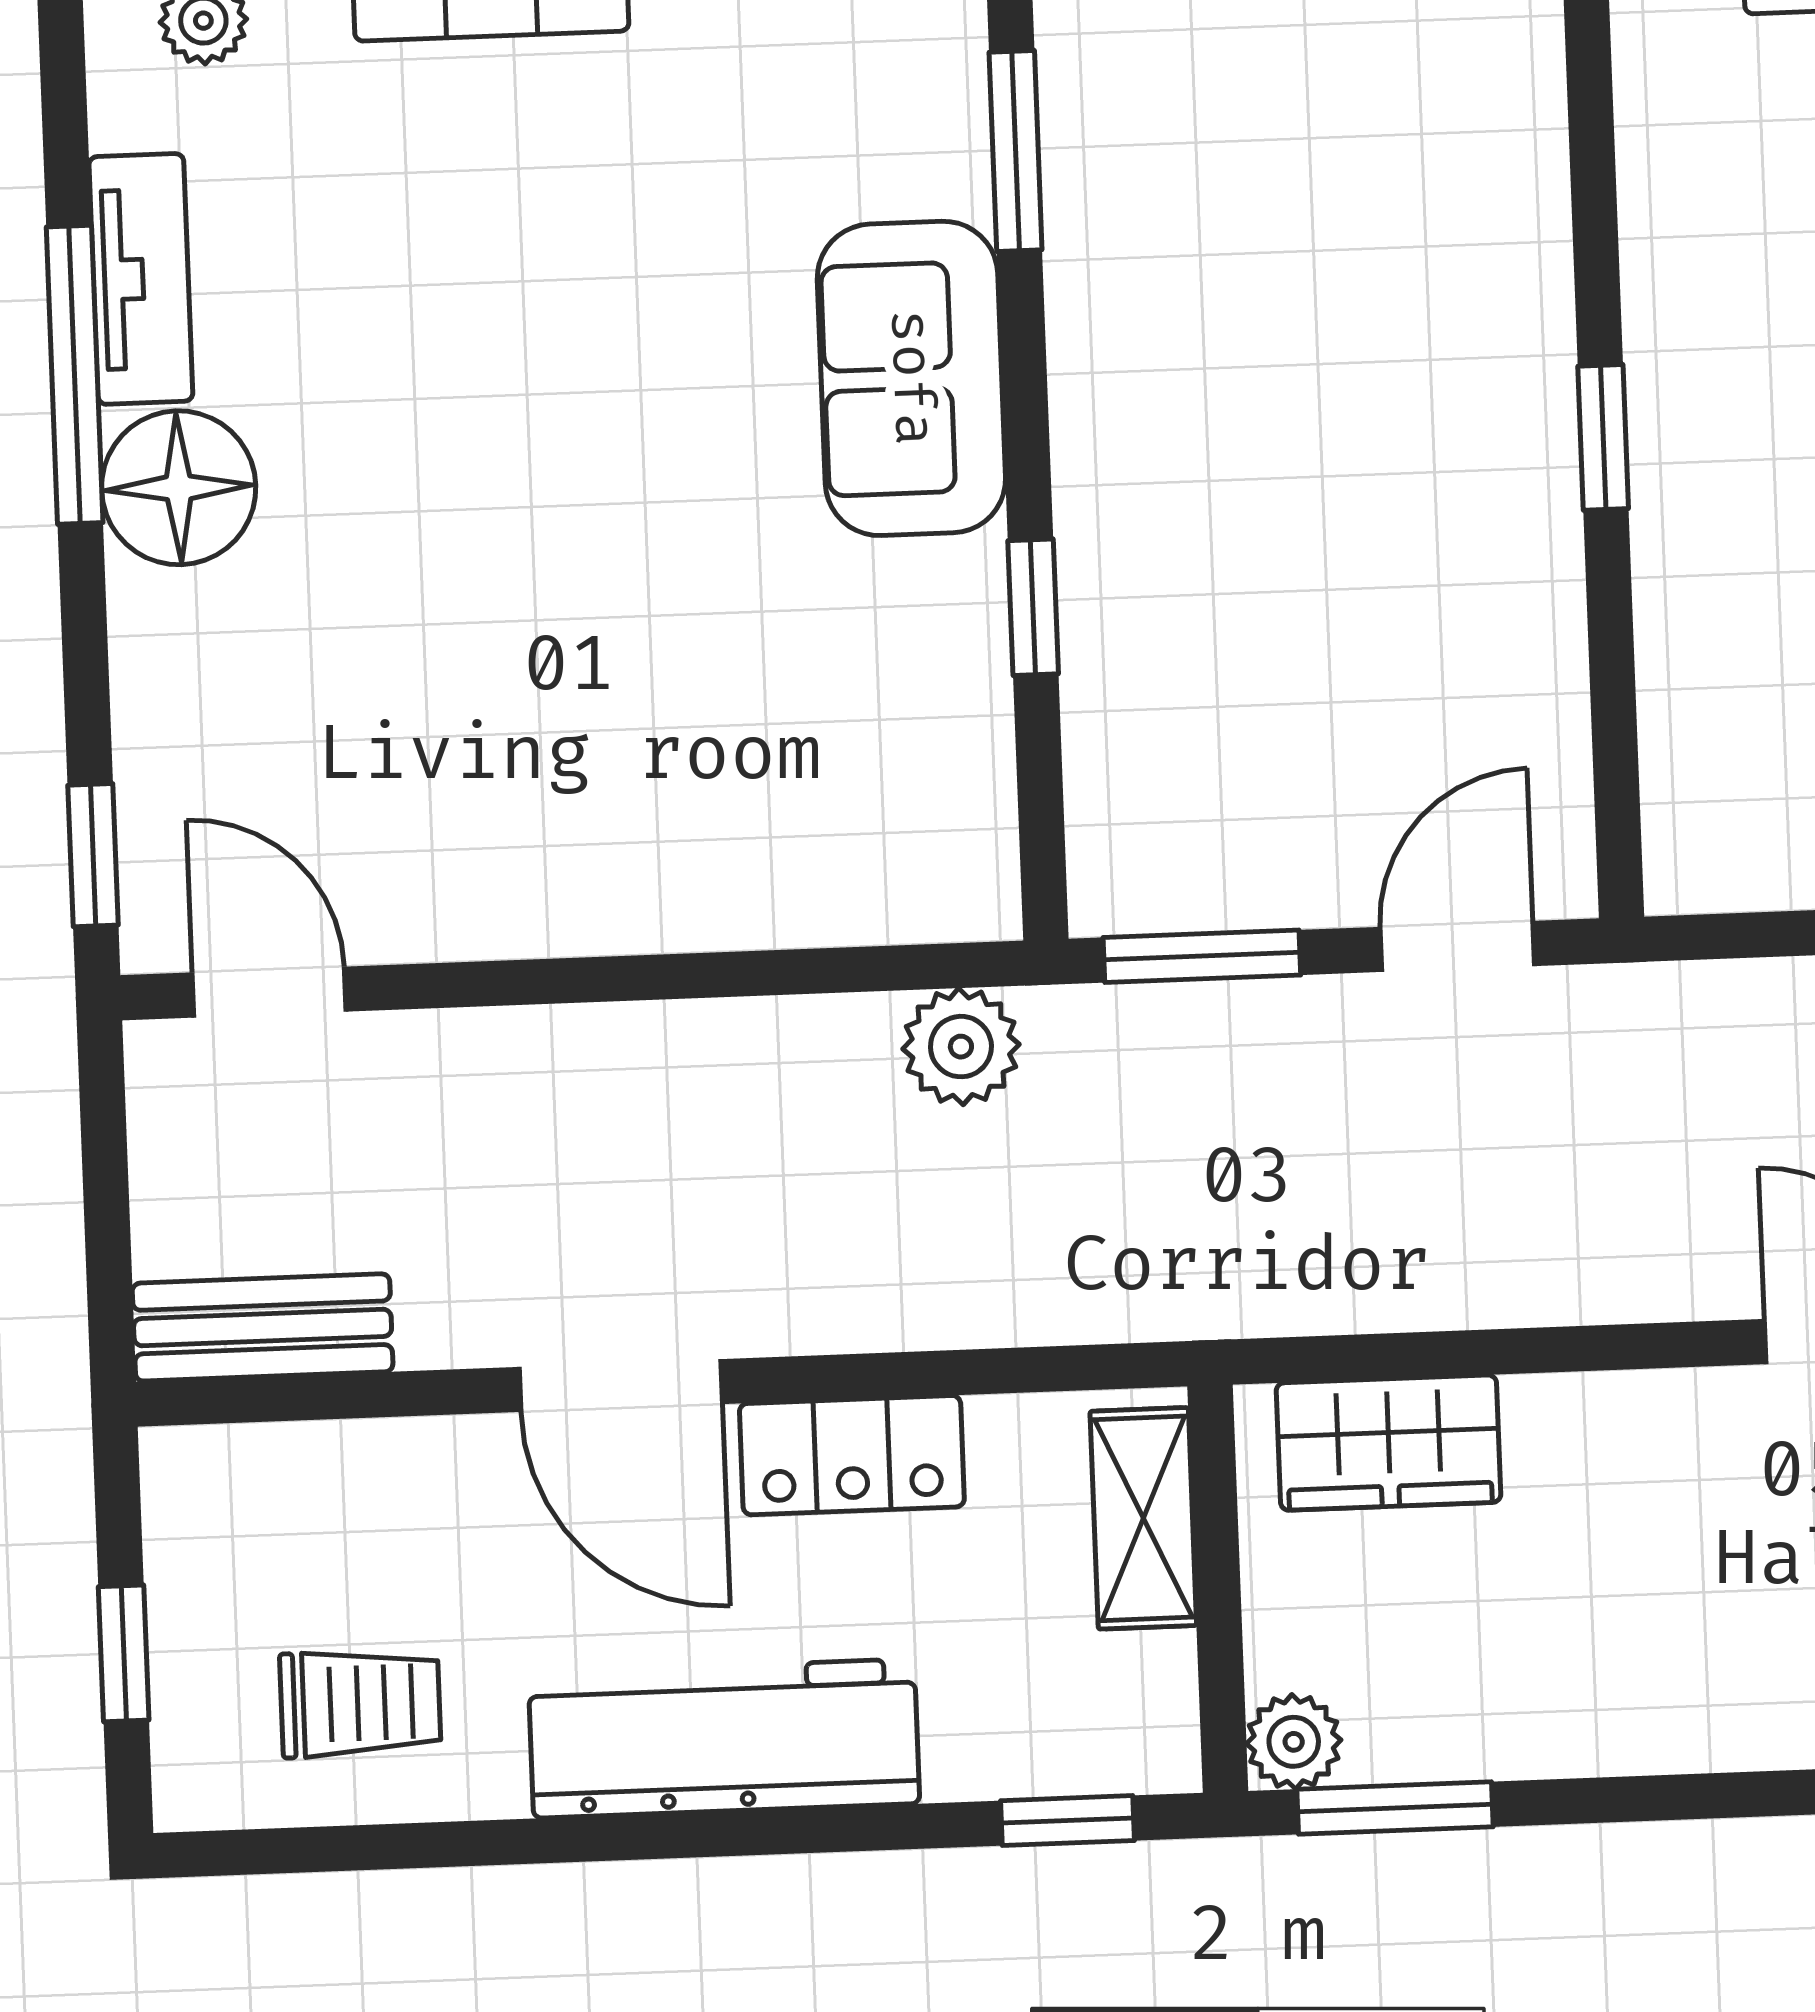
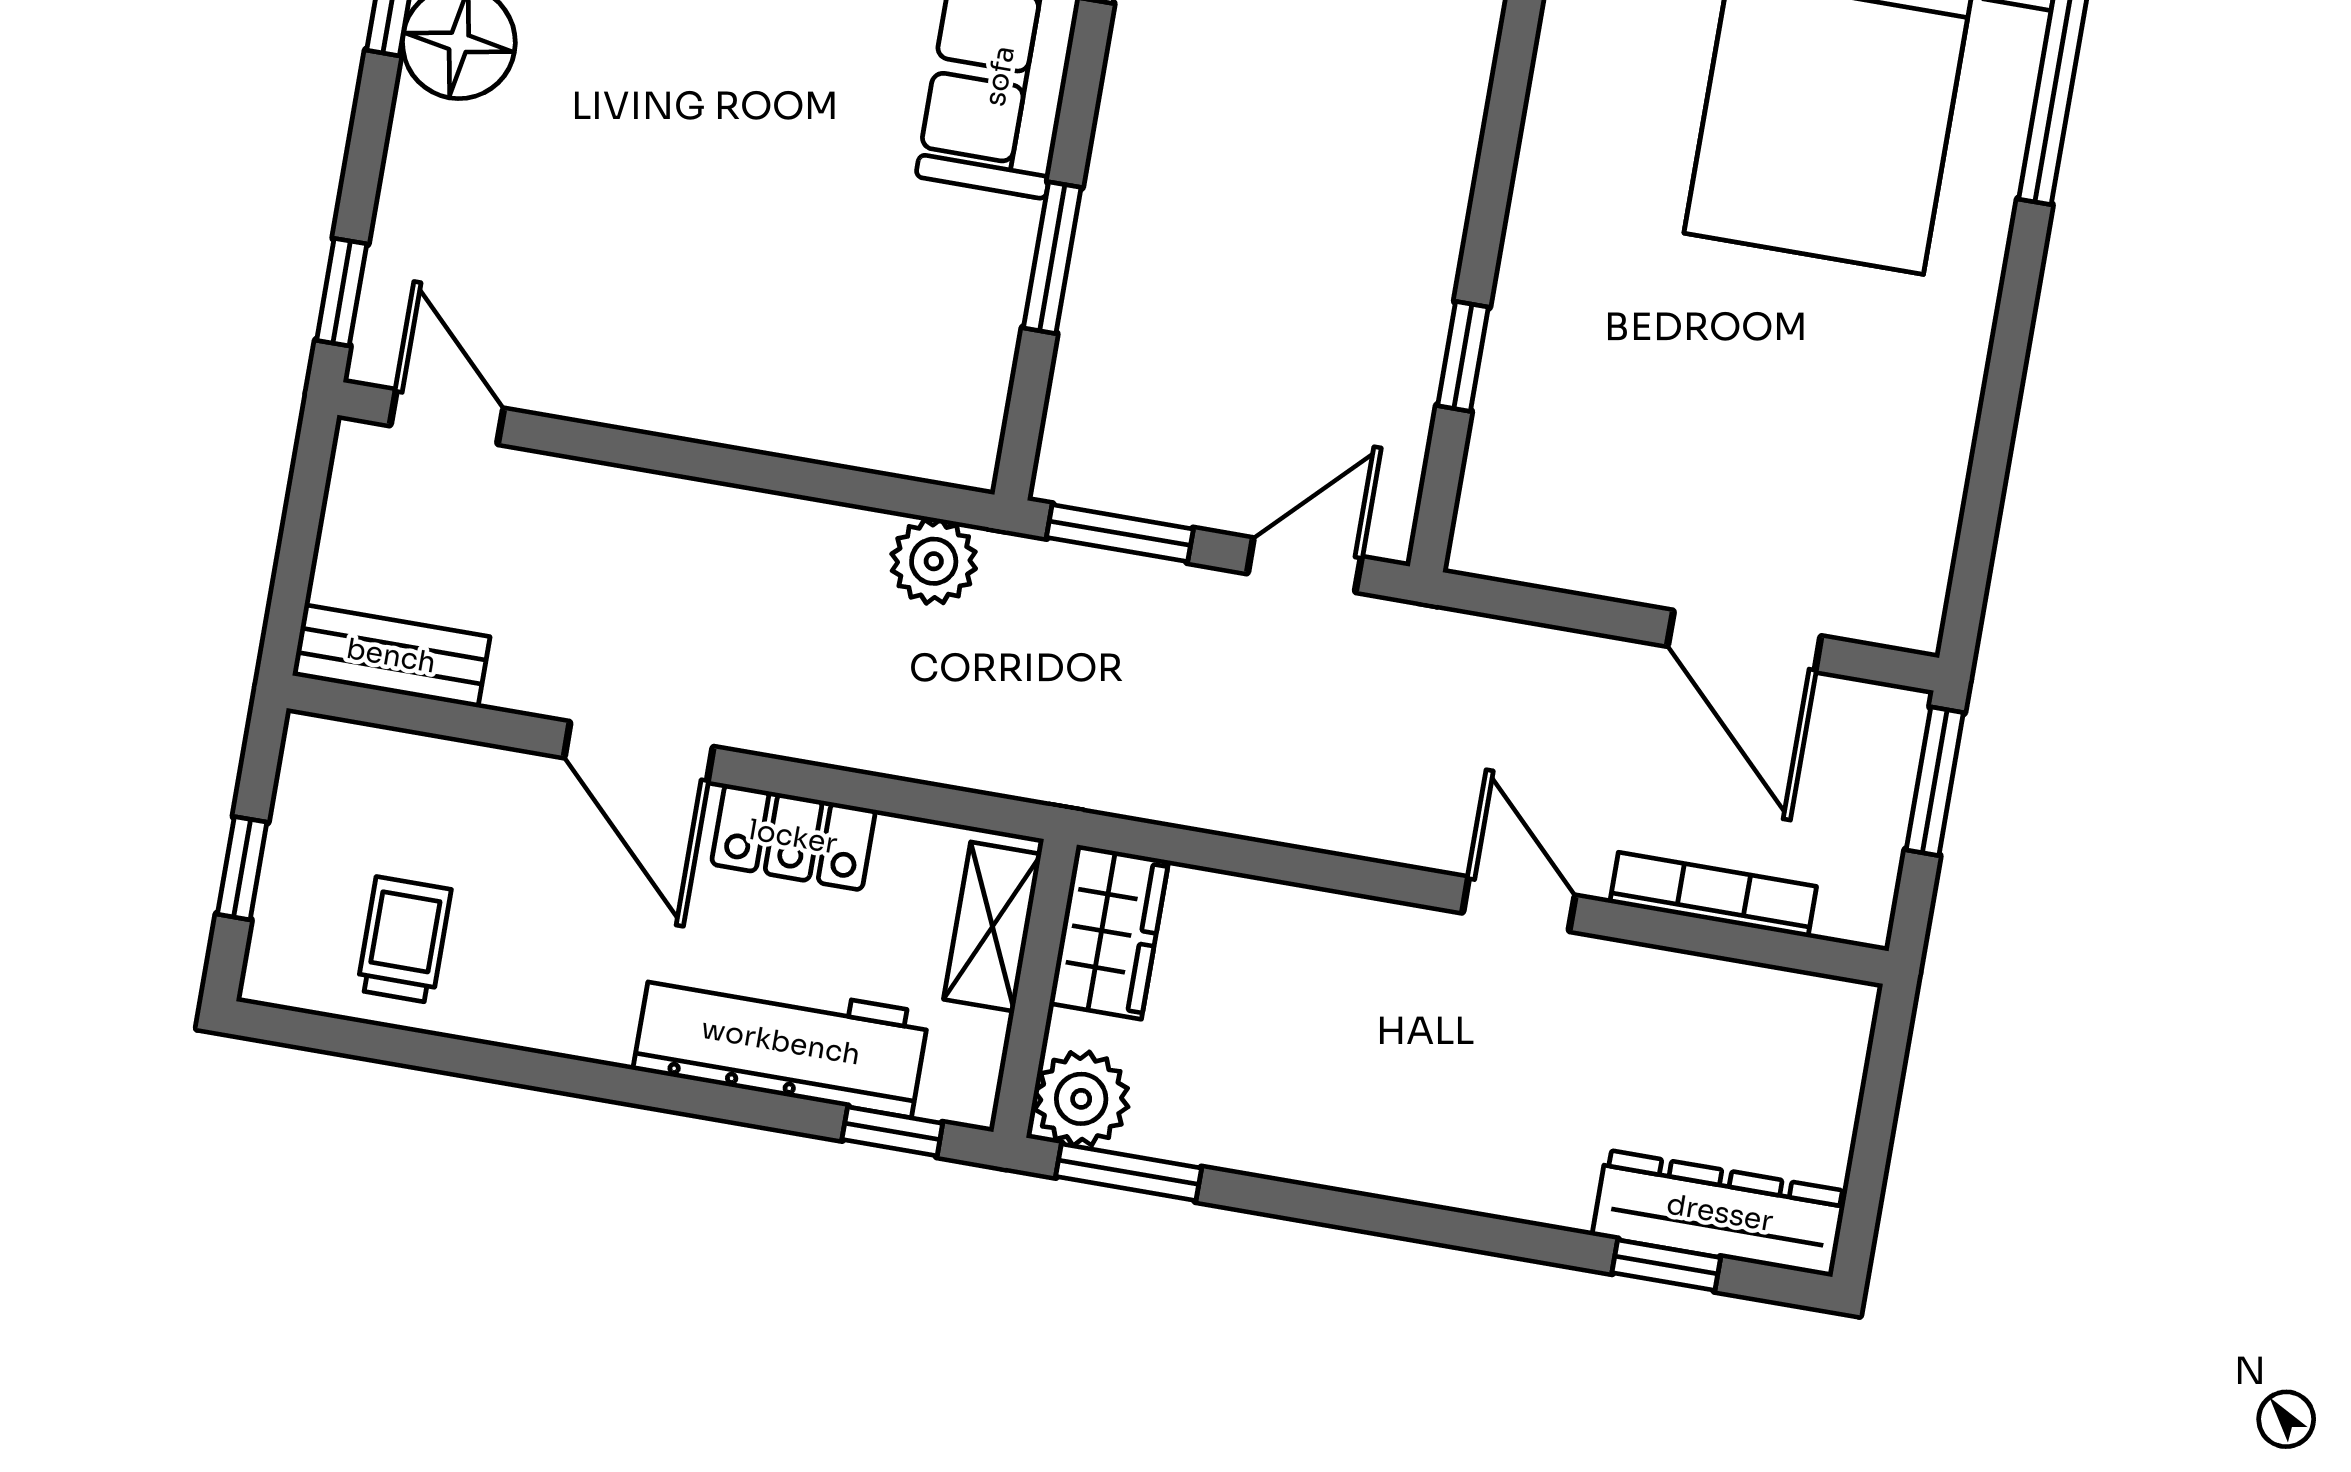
window: (1603, 437) -> (1463, 356), moved
window: (1033, 607) -> (1052, 258), width x1.50
wardrobe: (1388, 1443) -> (1109, 932), moved, turned -90
trolley: (360, 1703) -> (404, 940), turned -90
workbench: (724, 1738) -> (781, 1042), moved
plant: (1294, 1742) -> (1081, 1099), width x1.38, depth x1.38

